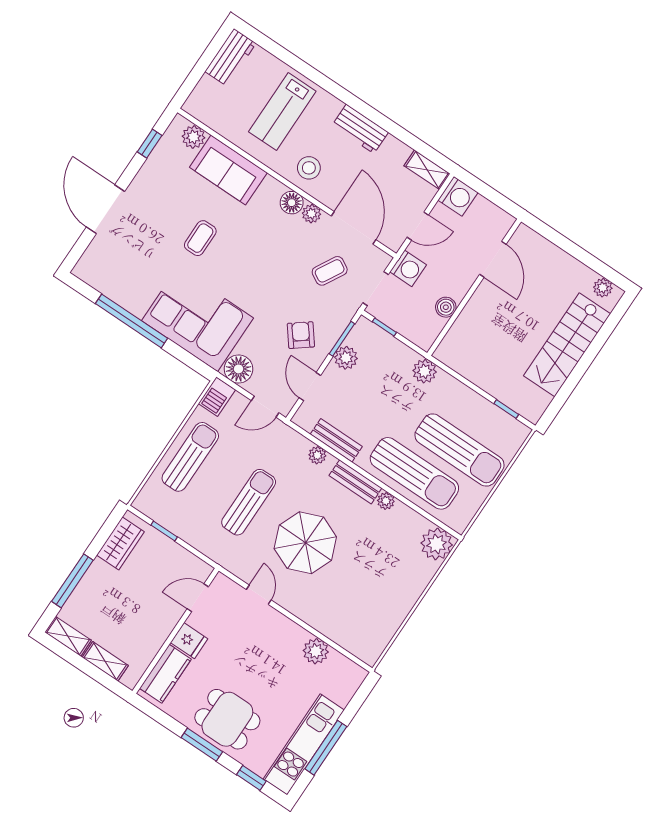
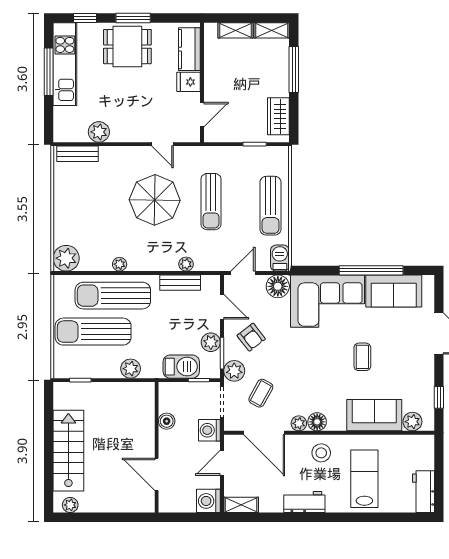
sofa: (122, 284) -> (394, 291), added
plant: (342, 312) -> (234, 371), added
barbecue: (393, 353) -> (181, 367), added
plant: (425, 371) -> (131, 369), moved
bench: (355, 482) -> (78, 154), moved

